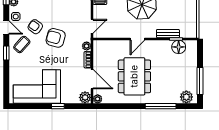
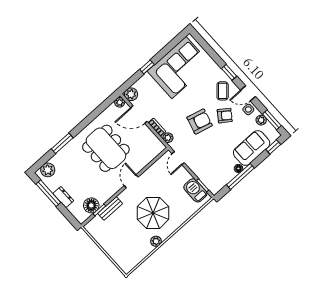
dresser: (192, 69) -> (63, 197), added
window: (161, 106) -> (62, 143), width x0.69

